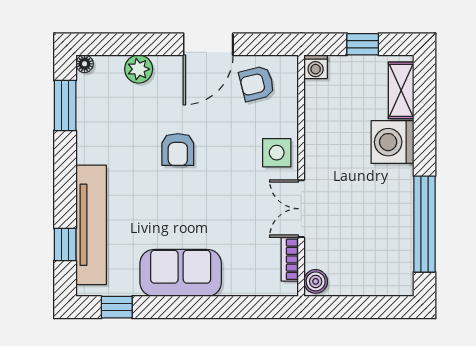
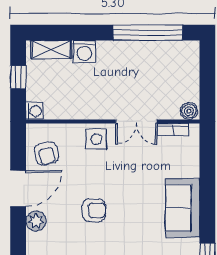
door: (208, 44) -> (18, 188), hinge flipped
plant: (139, 69) -> (36, 221), moved
washing machine: (392, 142) -> (84, 52), width x0.73, depth x0.73

